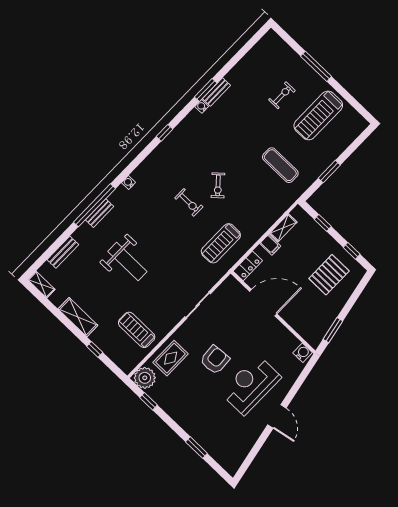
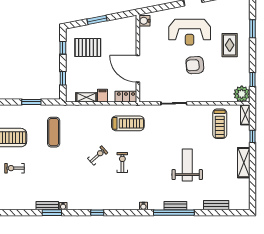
shelving: (41, 285) -> (245, 115), moved
window: (333, 330) -> (97, 20), moved
rug: (171, 358) -> (230, 45), moved, turned 90

